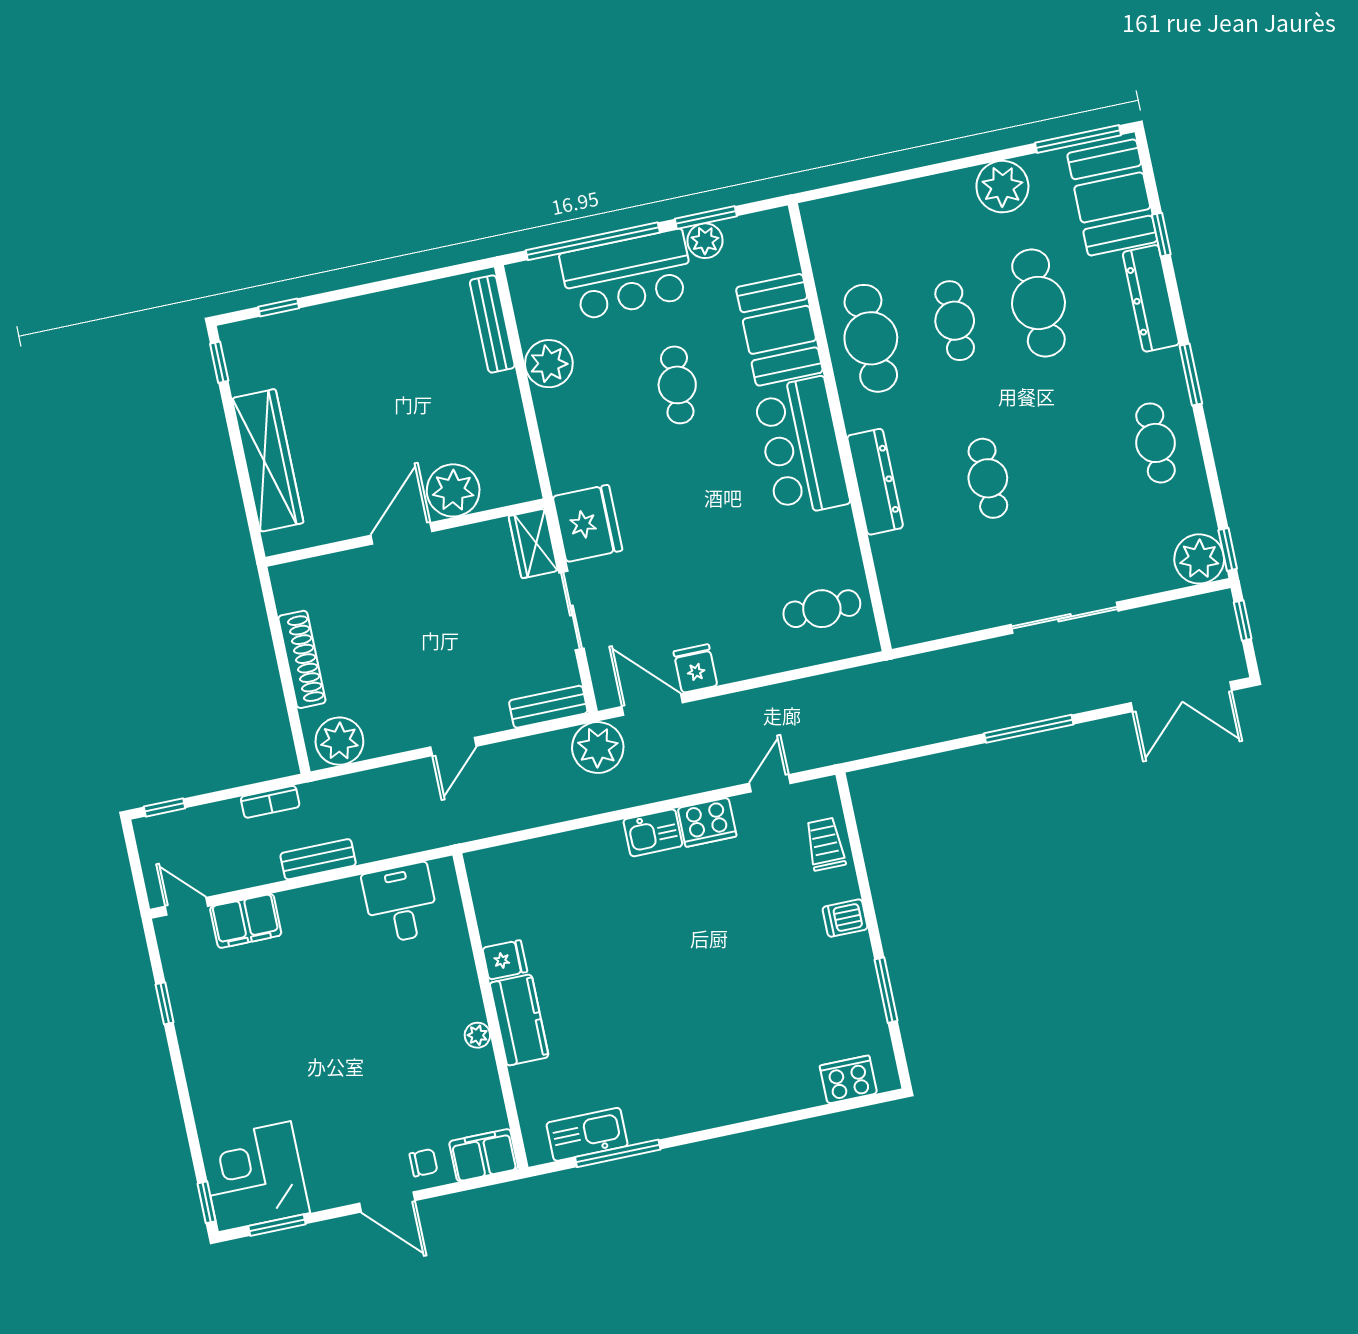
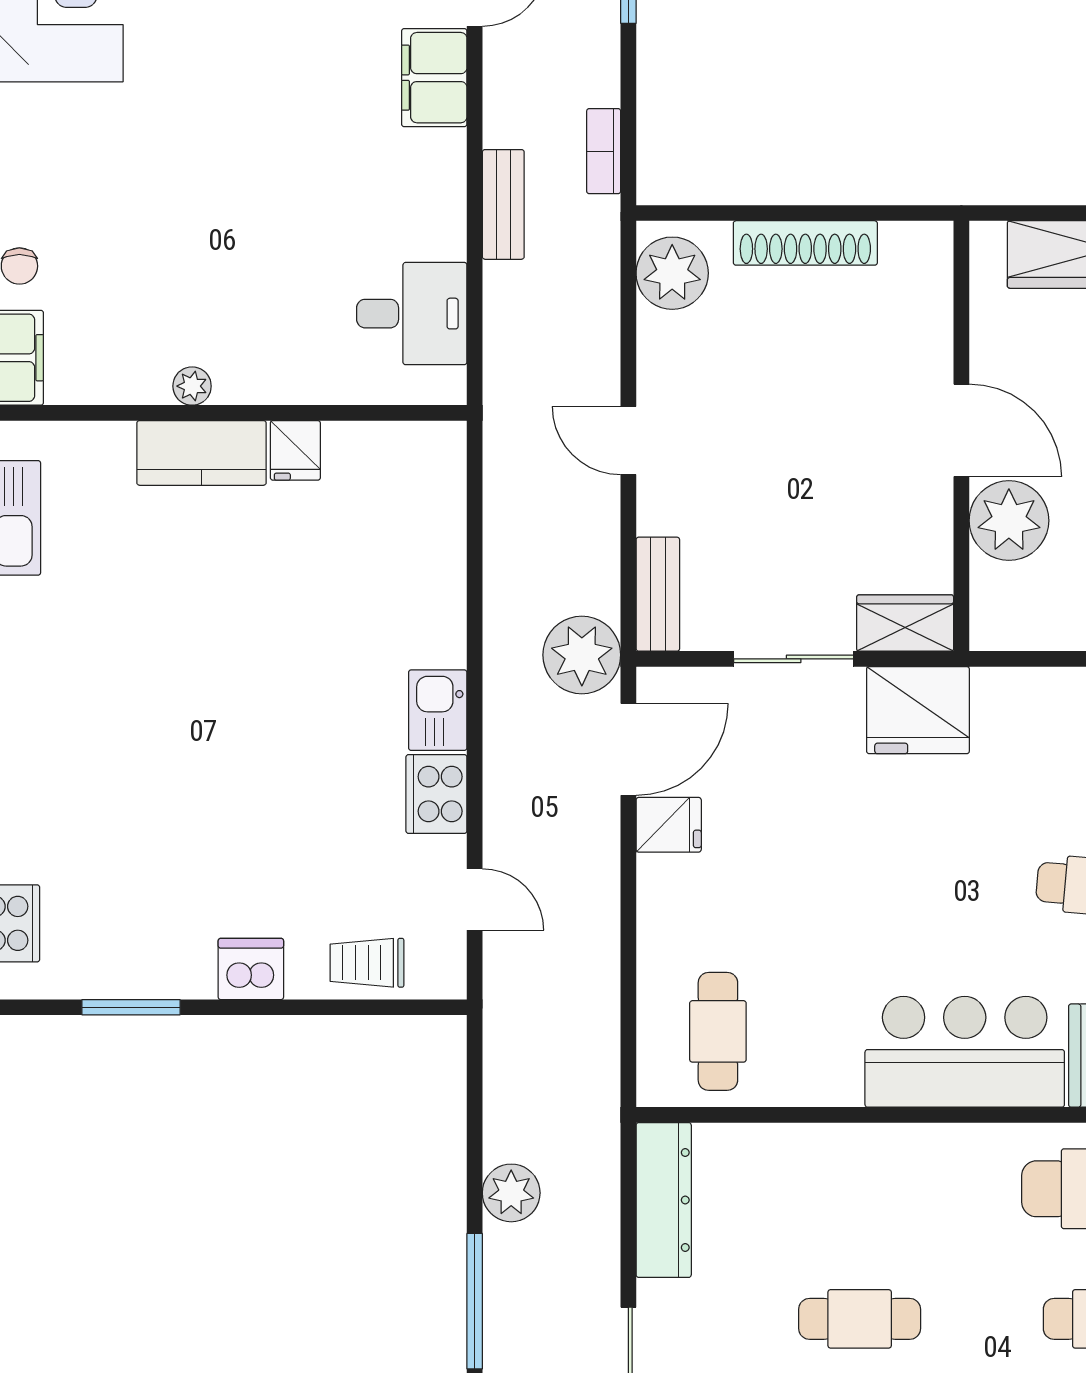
dresser: (875, 482) -> (664, 1200), moved, turned -90
plant: (954, 720) -> (511, 1193), added
trolley: (825, 844) -> (367, 963), turned 180
dishwasher: (845, 918) -> (251, 969), width x1.38

